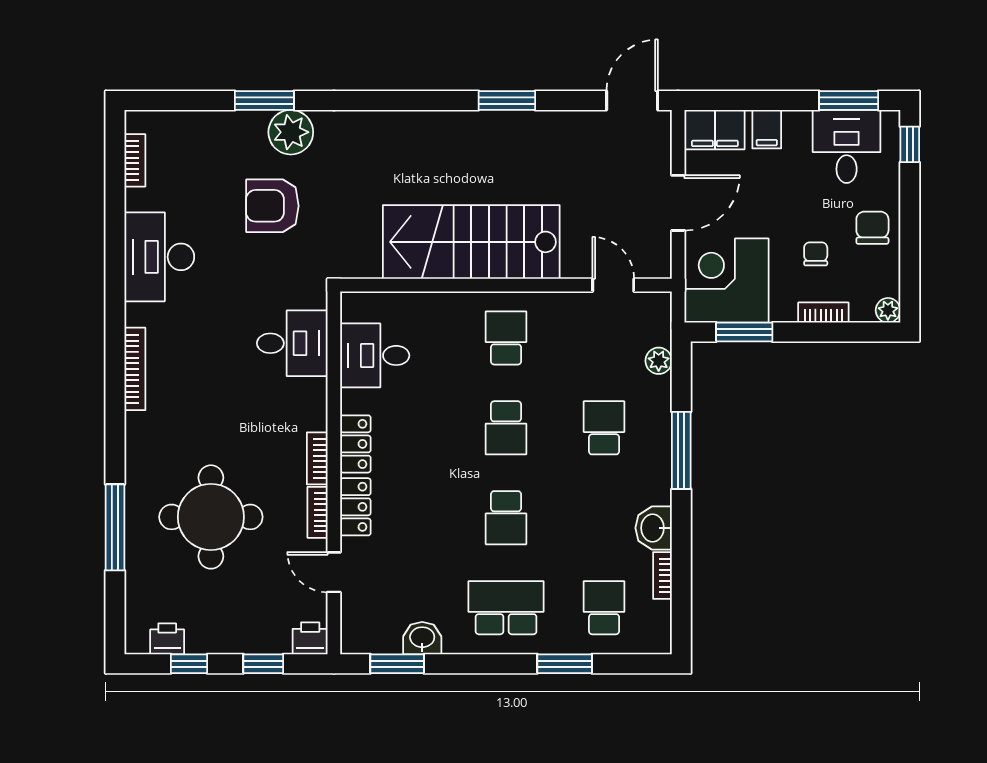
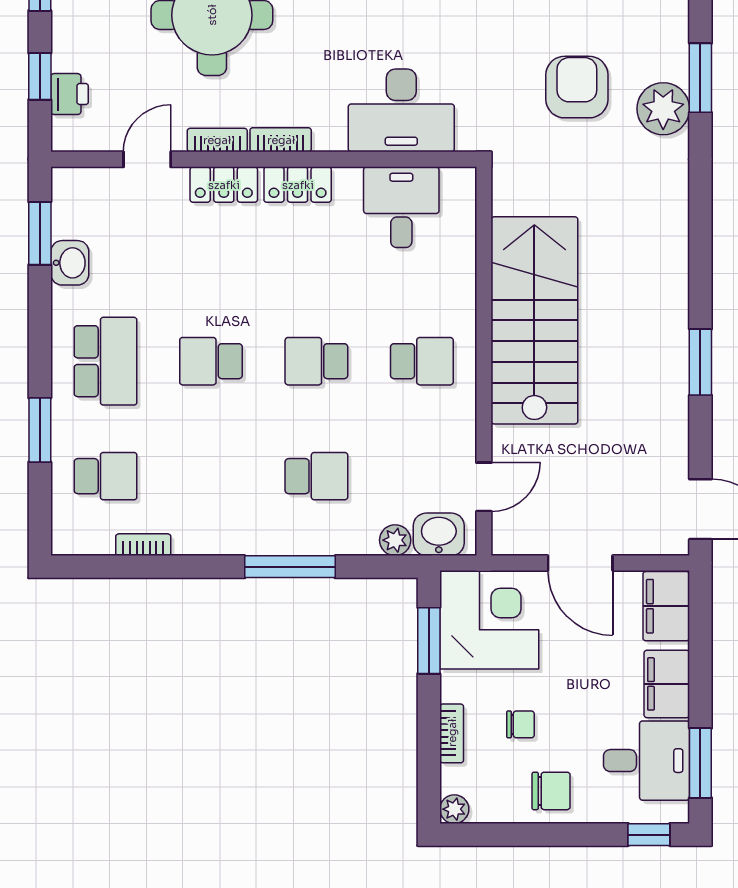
filing cabinet: (767, 129) -> (667, 684), width x2.00
desk: (292, 343) -> (401, 110), width x1.37
washbasin: (654, 528) -> (439, 534), moved
printer: (310, 638) -> (70, 94), moved

